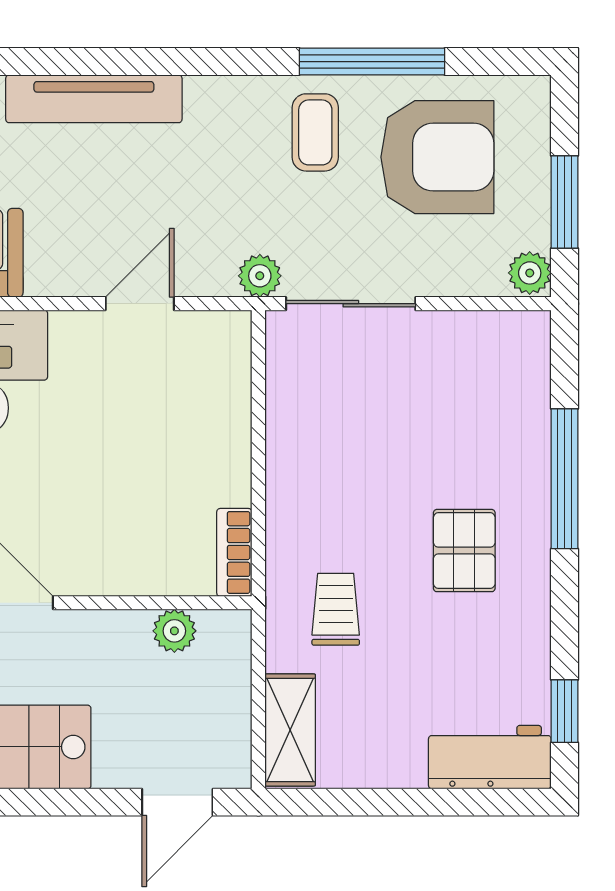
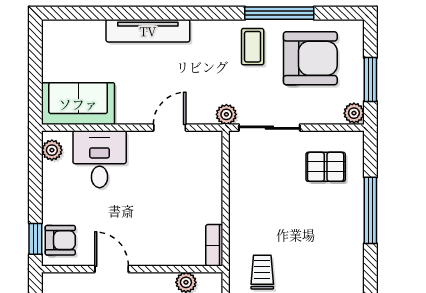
pallet: (464, 551) -> (326, 167), moved, turned 90

